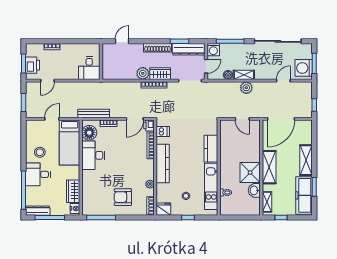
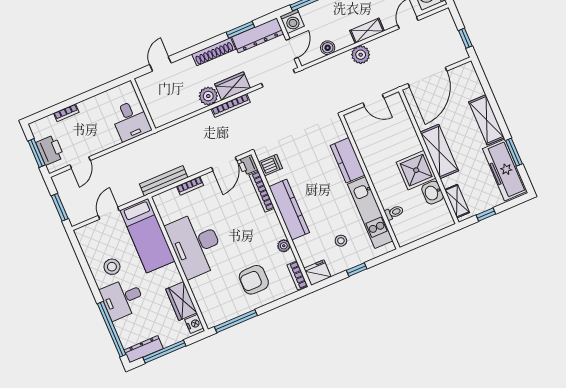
shelving: (244, 75) -> (367, 31), moved
floor lamp: (89, 133) -> (169, 210), removed
desk: (93, 155) -> (196, 245), width x1.36, depth x1.30

